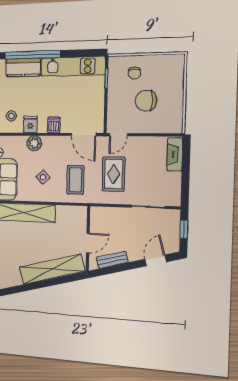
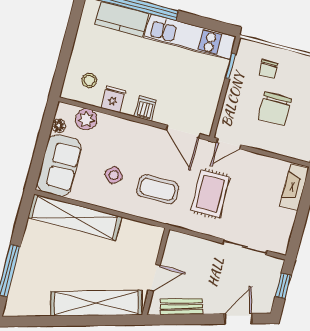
chair: (146, 101) -> (275, 109), turned -90
plant: (34, 143) -> (86, 119), moved
coffee table: (75, 180) -> (158, 189), turned 90

